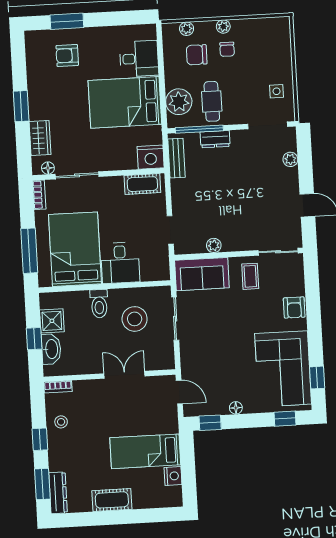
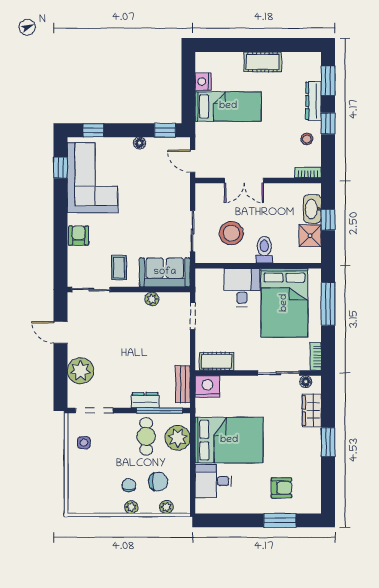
plant: (290, 159) -> (80, 371), width x1.88, depth x1.88
dresser: (58, 493) -> (314, 101), moved

